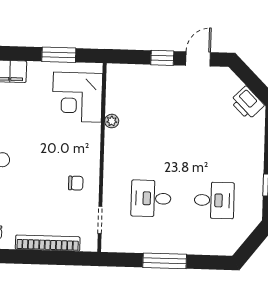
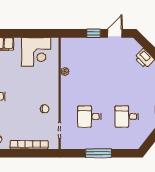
window: (59, 55) -> (32, 33), removed
corner desk: (77, 97) -> (36, 52), moved, turned -90
desk: (214, 200) -> (127, 117), turned 180

